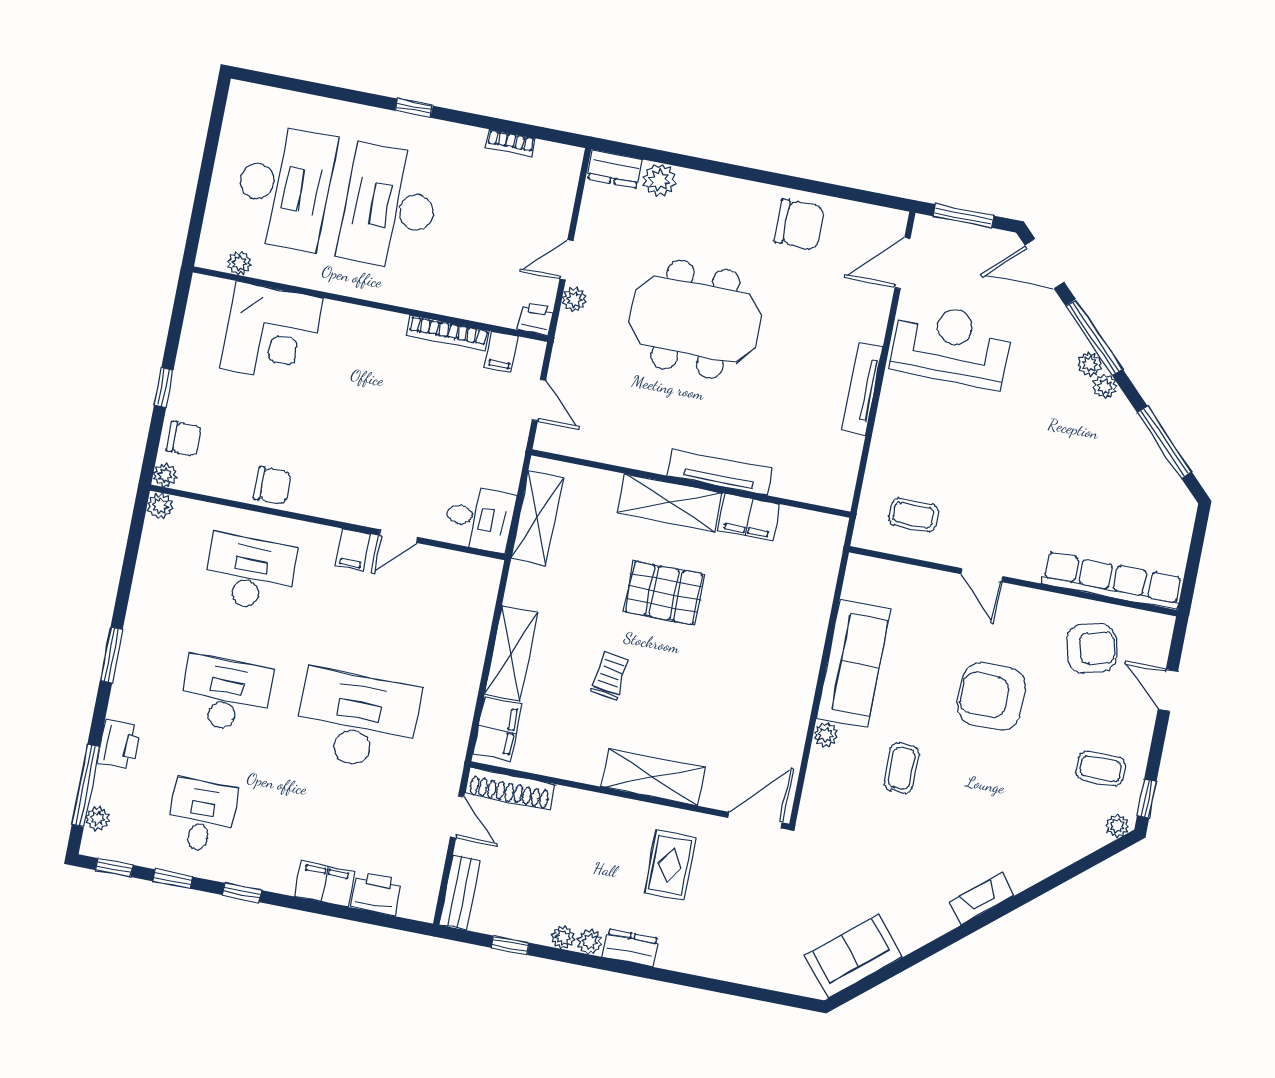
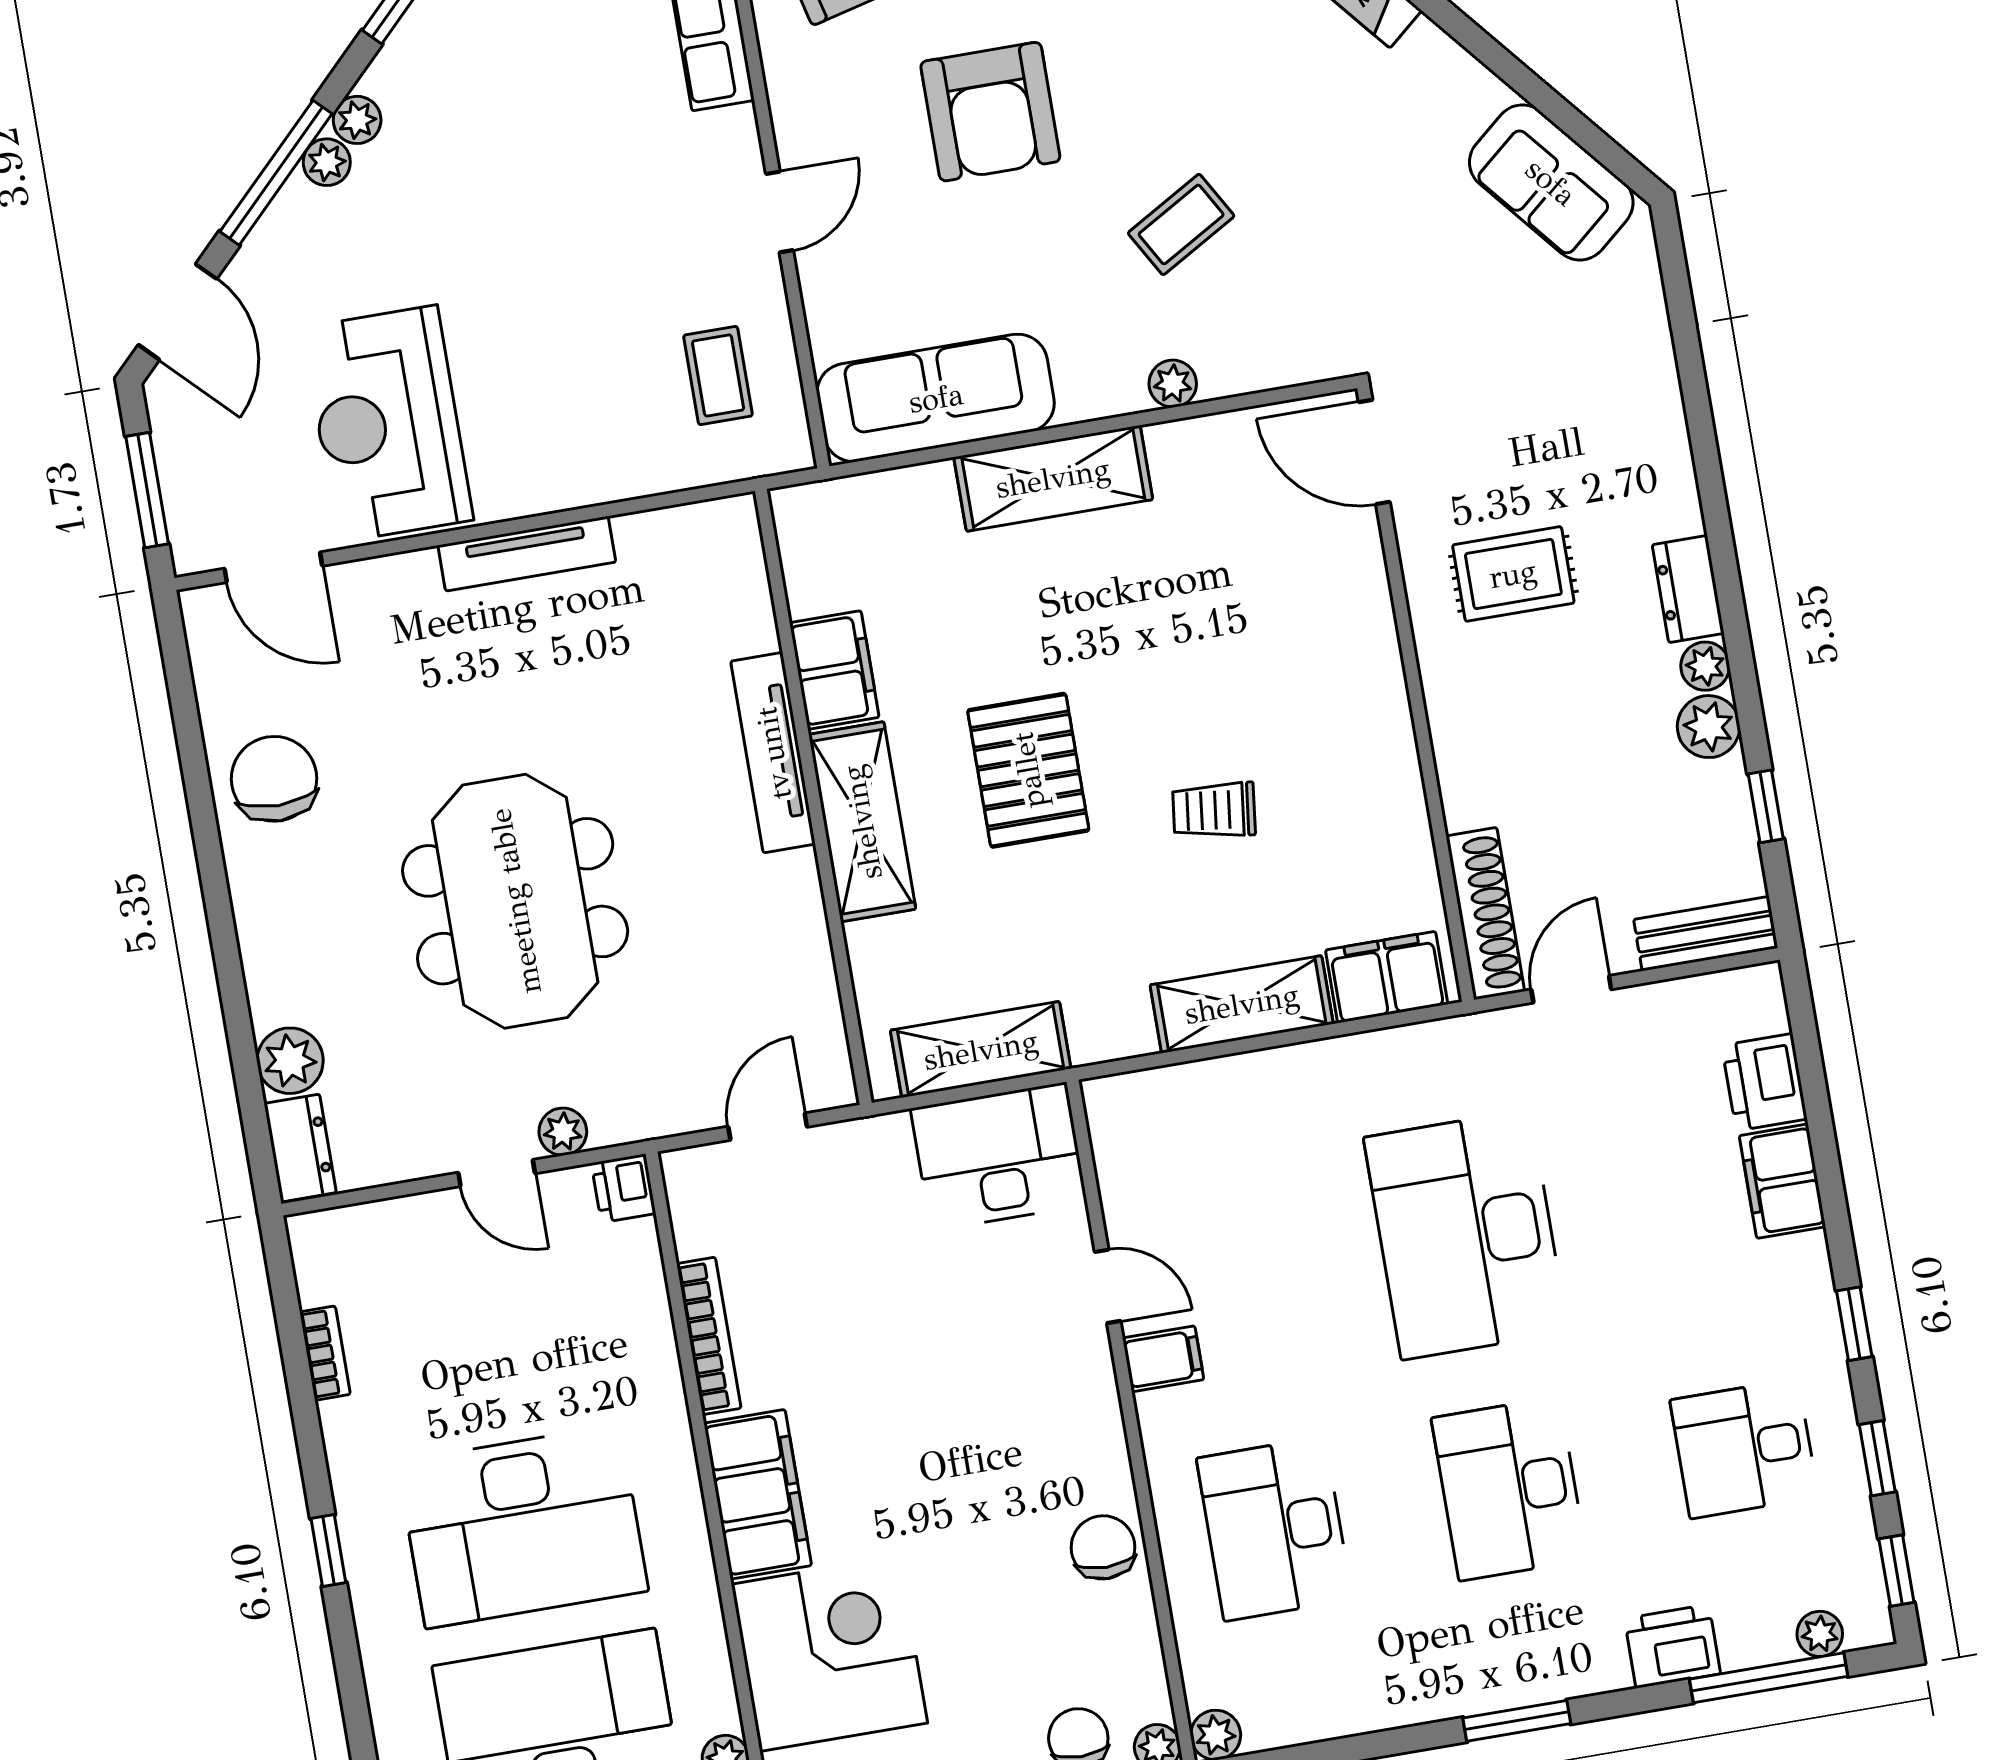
filing cabinet: (501, 352) -> (758, 1494), moved, width x3.00, depth x1.17
desk: (479, 518) -> (999, 1156), width x1.37
sofa: (853, 663) -> (936, 398), moved
coffee table: (902, 768) -> (1181, 224), turned -30
shelving: (653, 777) -> (1053, 478), moved, turned 90
plant: (563, 937) -> (1709, 727), width x1.38, depth x1.38

